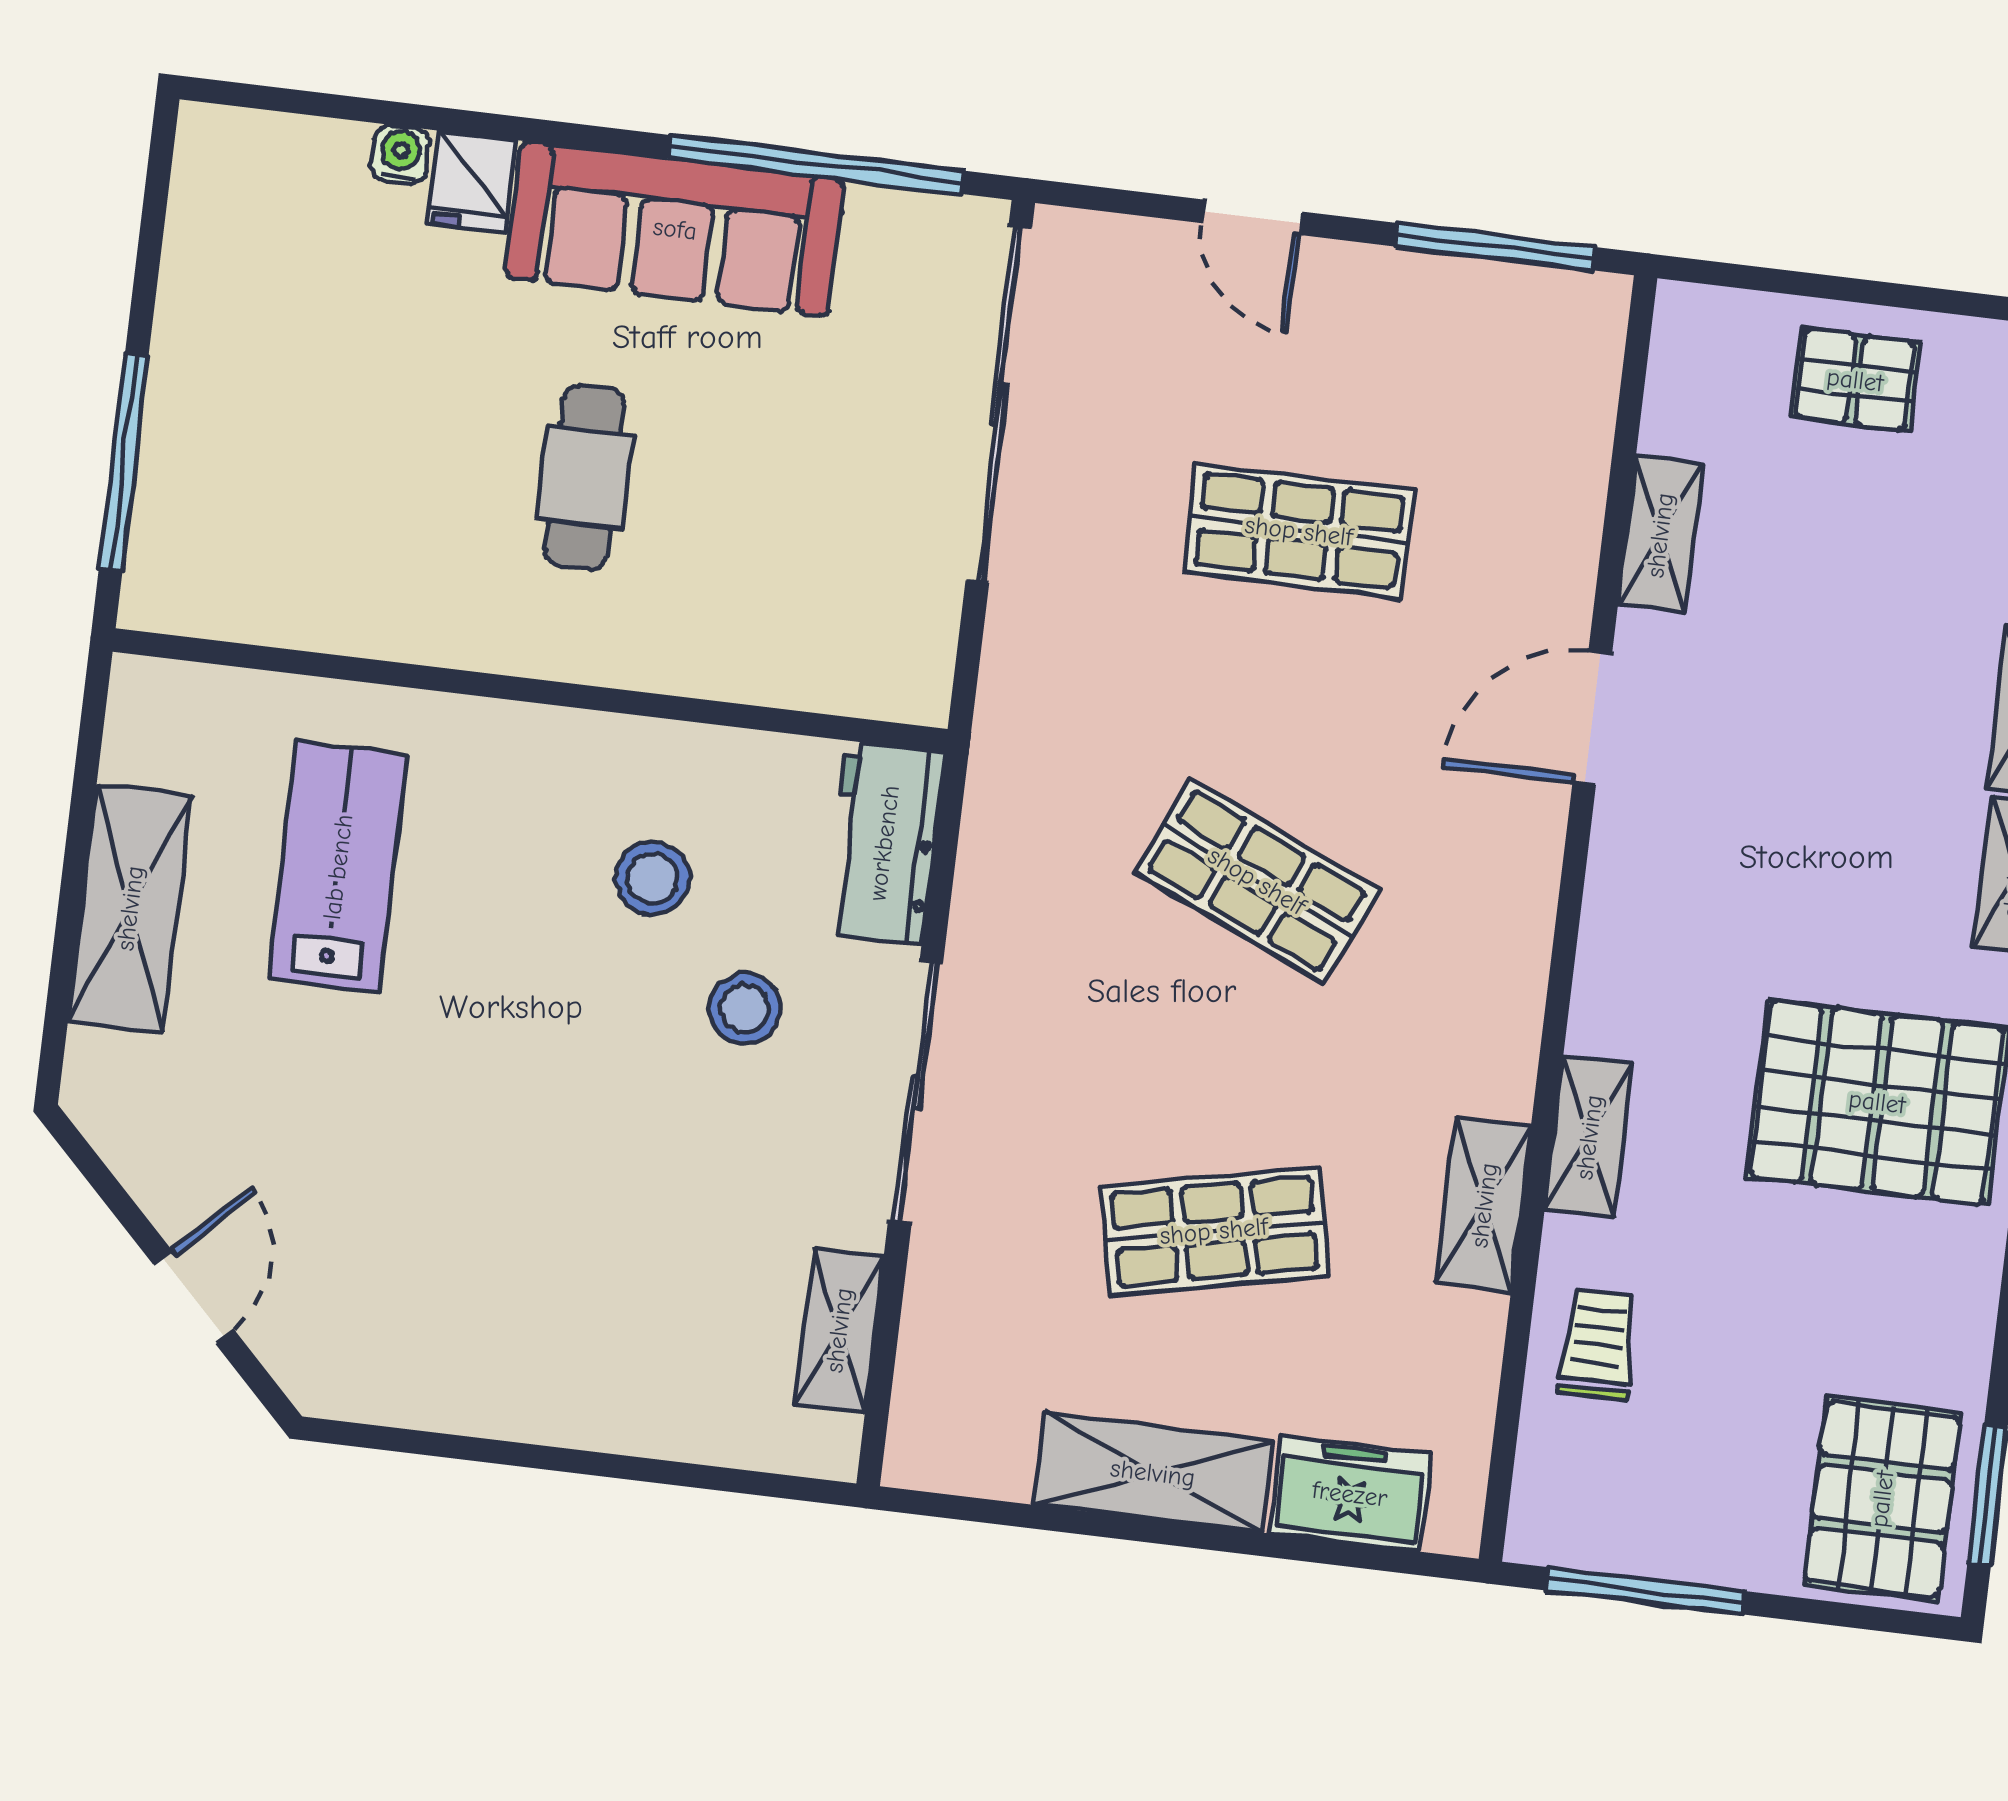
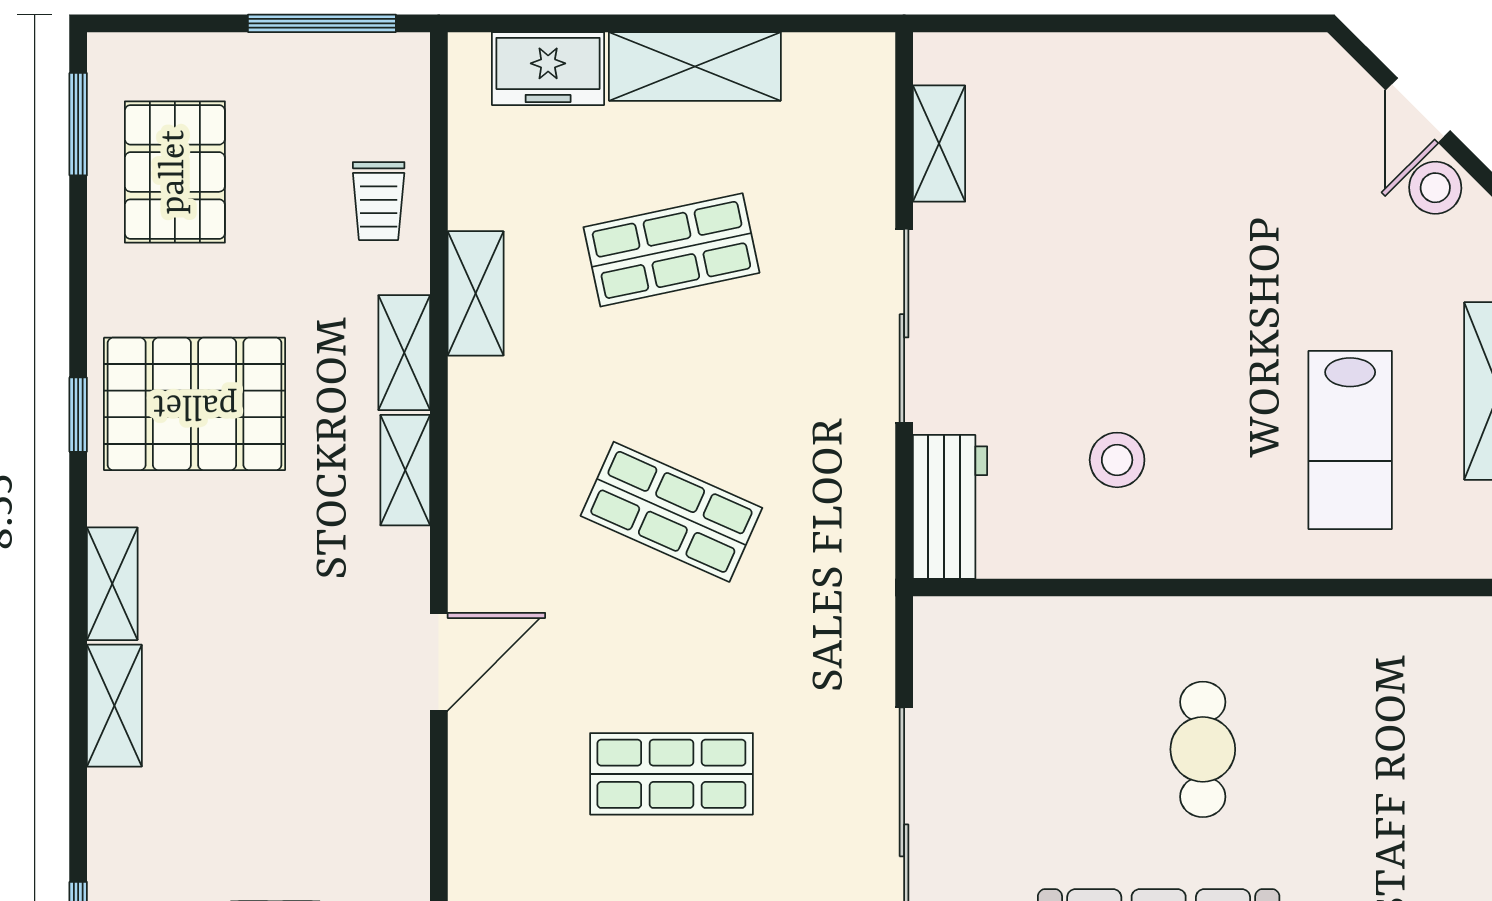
shelving: (1660, 535) -> (405, 470), moved
stool: (745, 1008) -> (1435, 188), moved
pallet: (1882, 1499) -> (175, 172), moved

